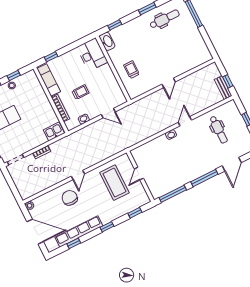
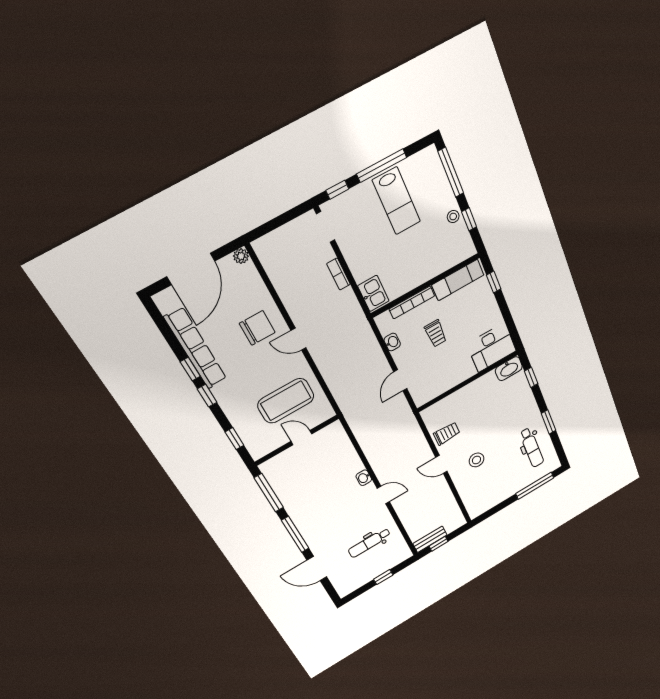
stool: (169, 58) -> (476, 460), added
trolley: (131, 70) -> (447, 433), moved
window: (74, 243) -> (190, 369), moved

